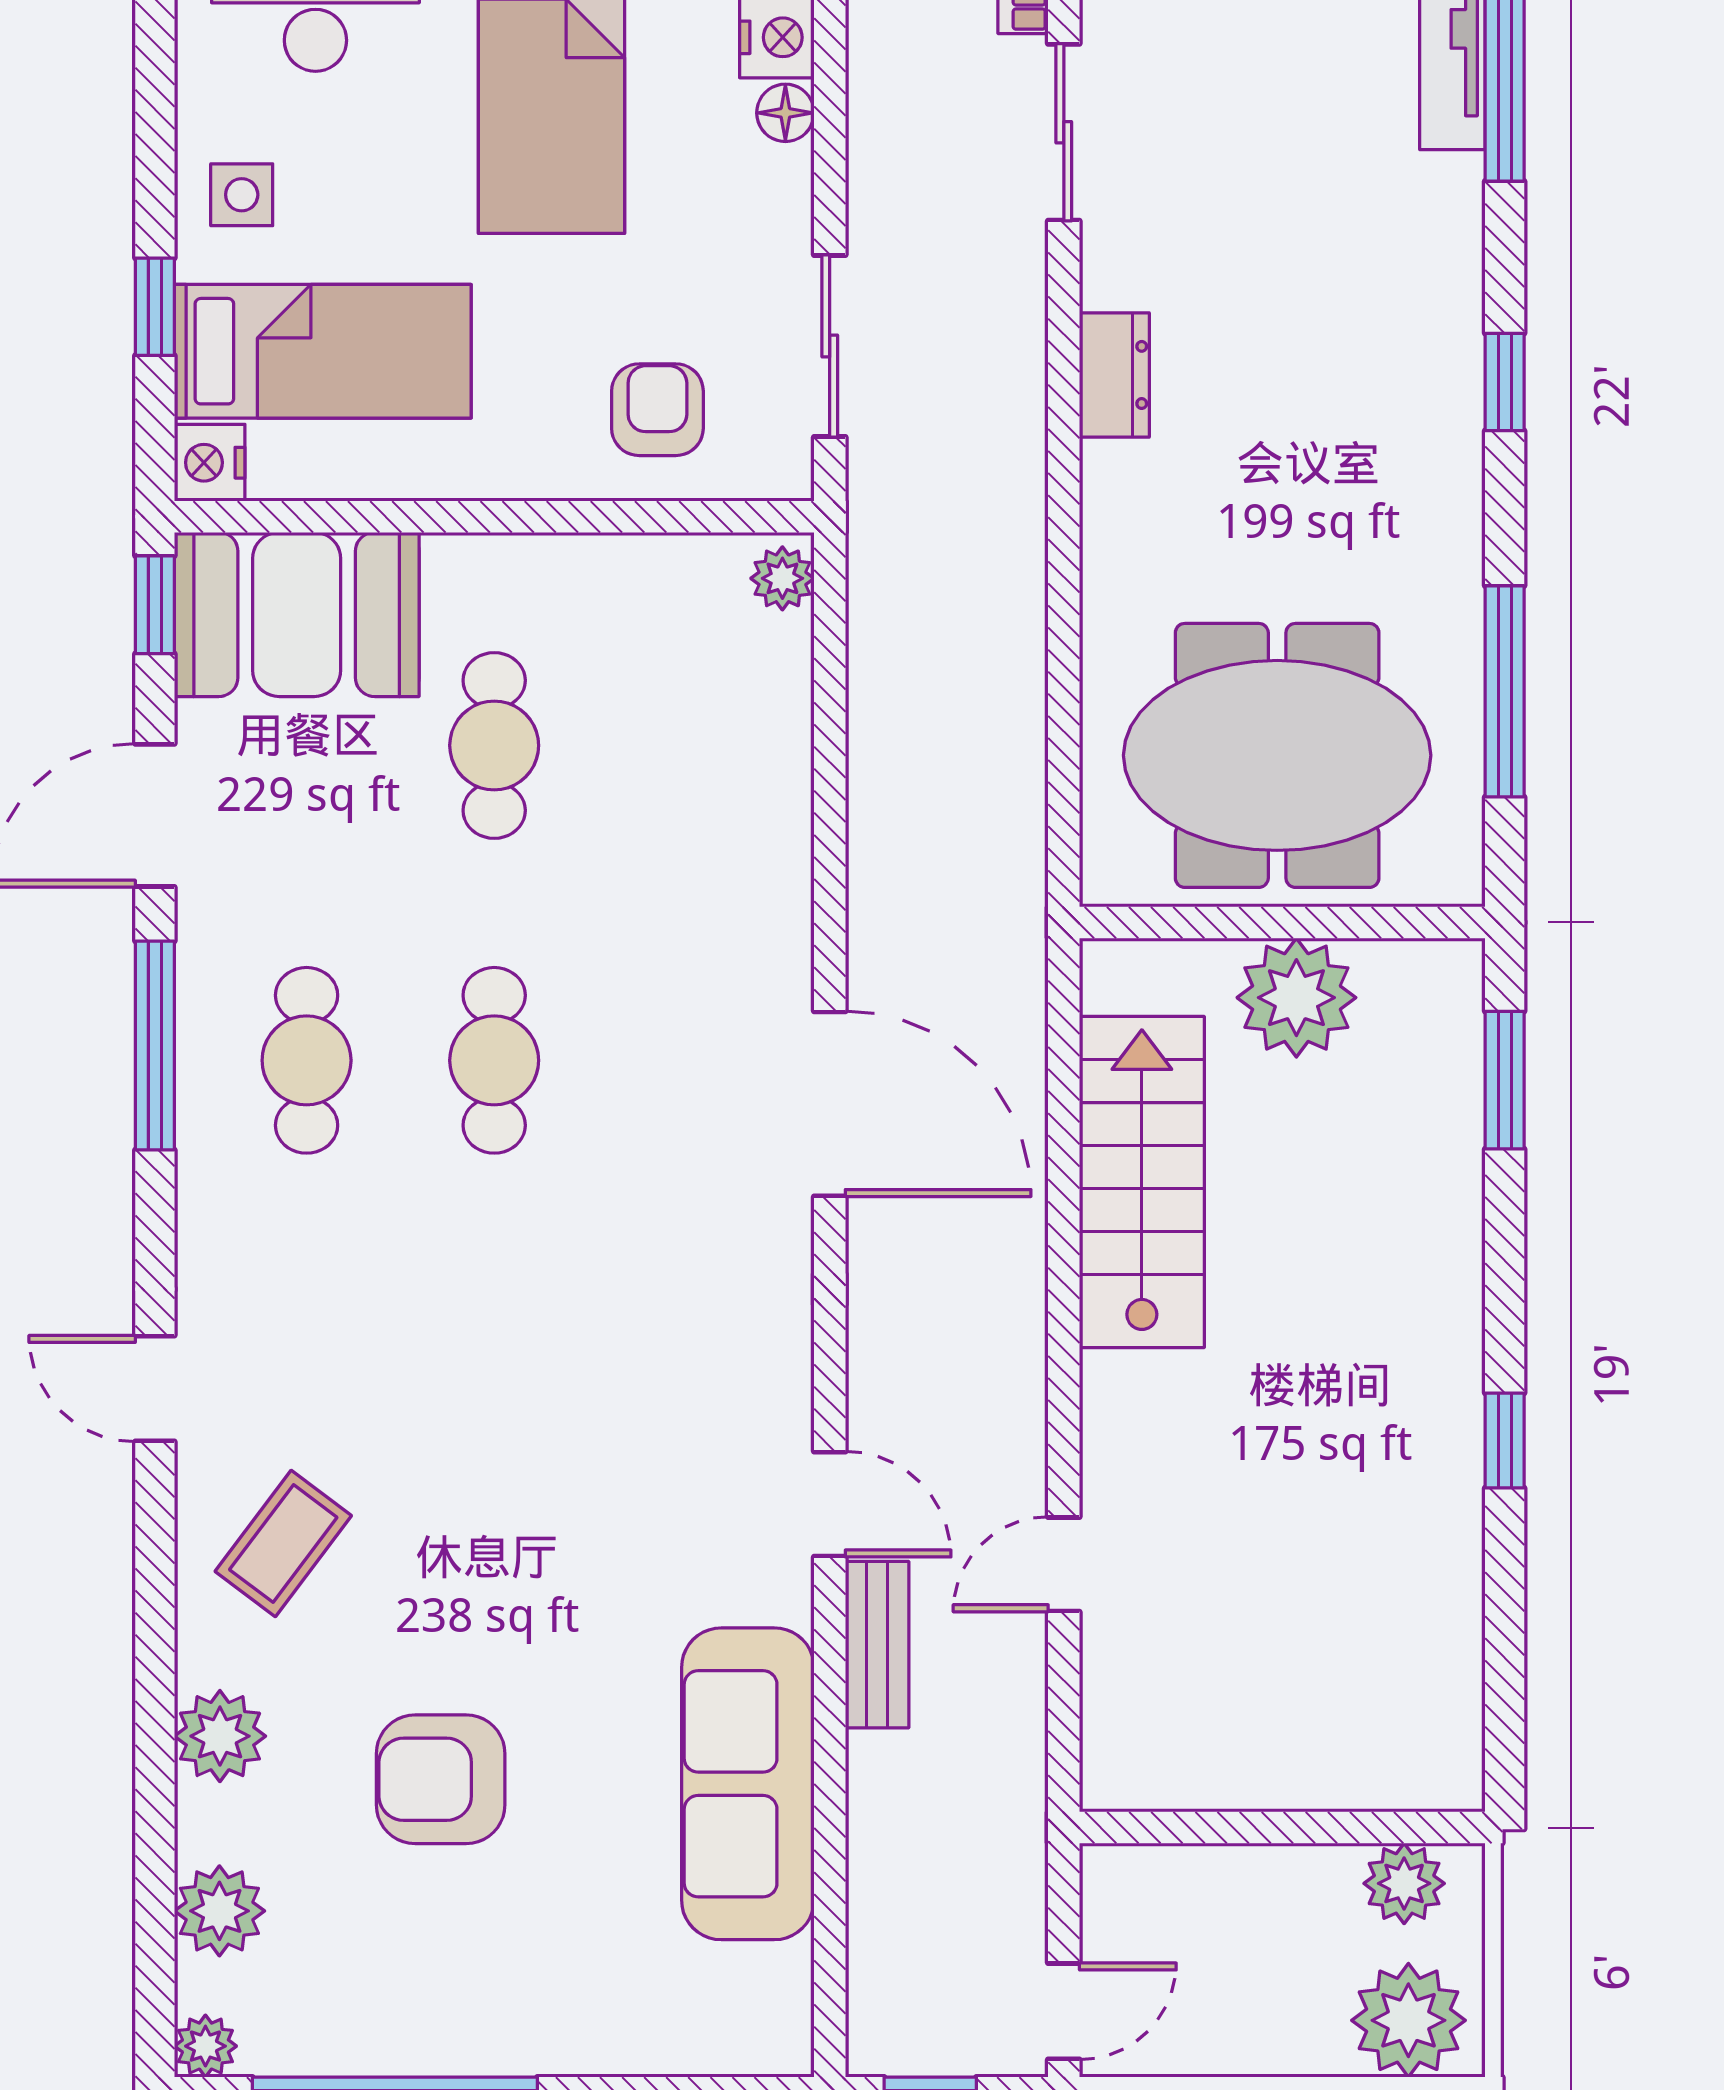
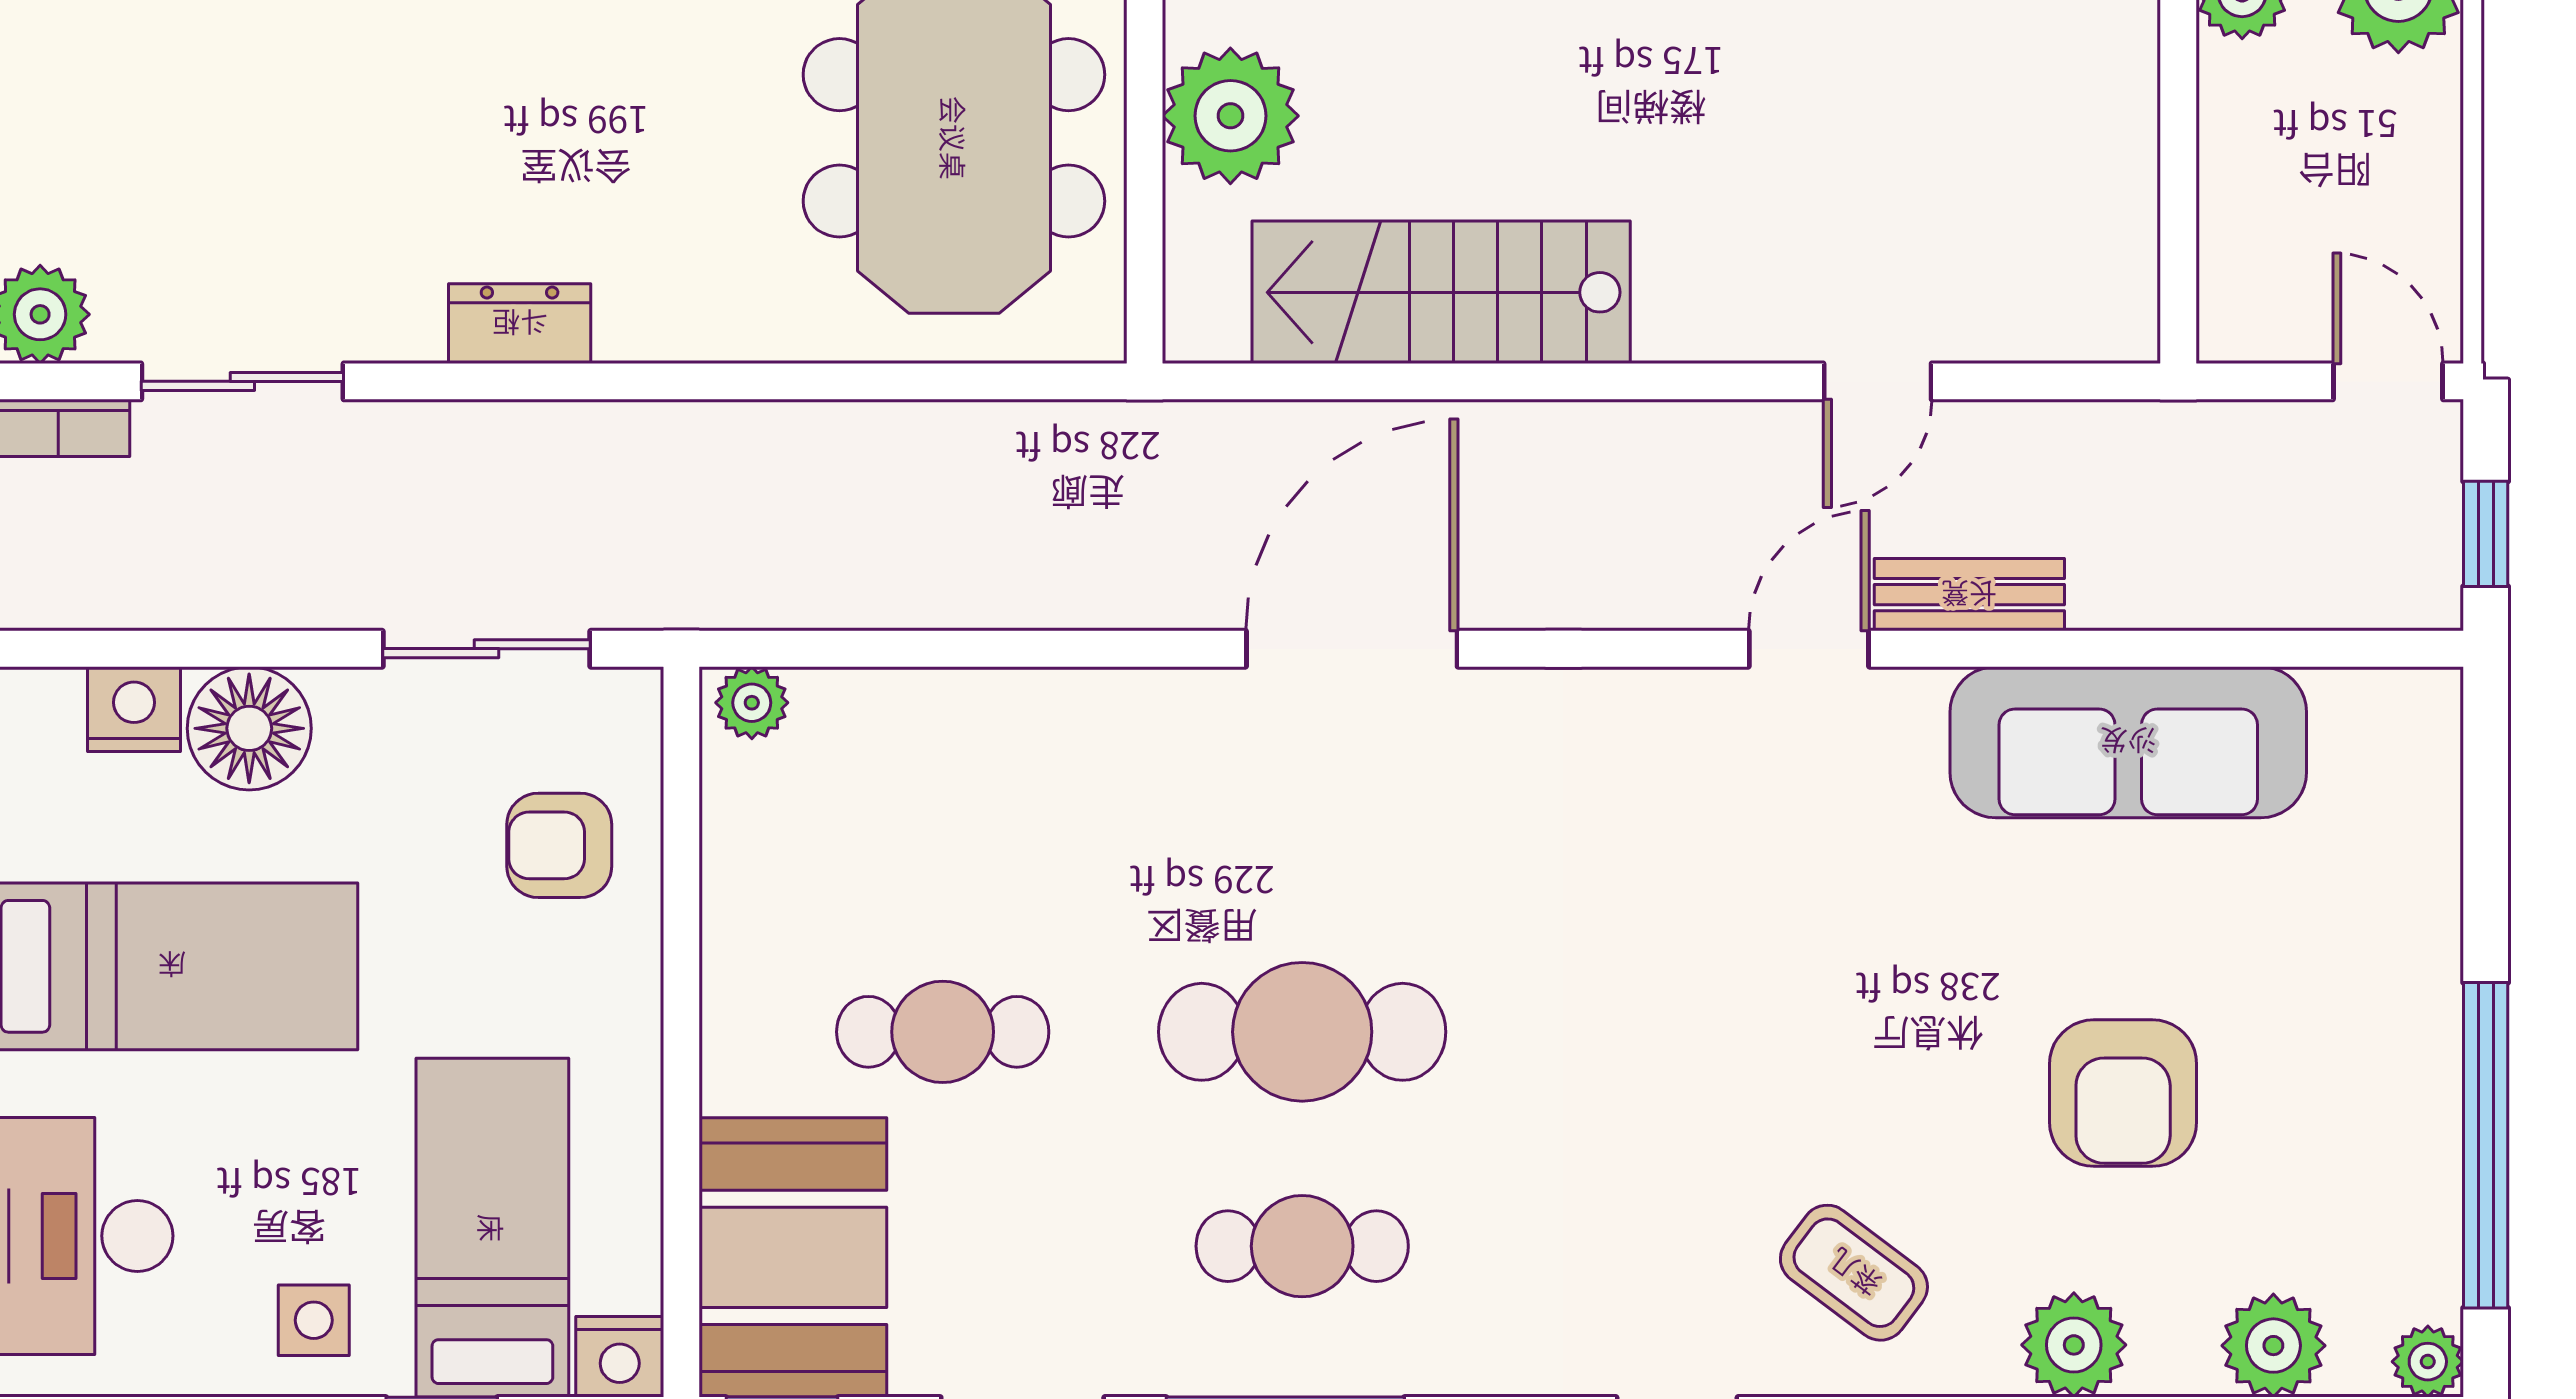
floor lamp: (785, 113) -> (249, 728), width x1.89, depth x1.89
cafe table: (494, 1060) -> (1302, 1032), width x1.37, depth x1.35
door: (1064, 1564) -> (1878, 381), hinge flipped

